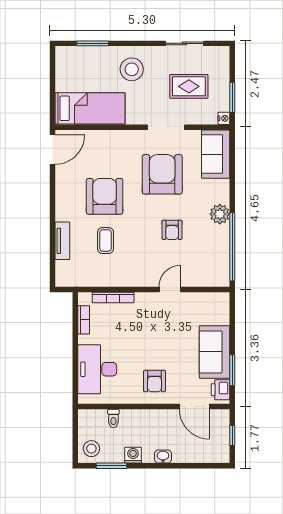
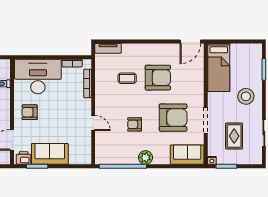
door: (53, 149) -> (190, 41), hinge flipped
tv unit: (62, 241) -> (108, 48), moved
desk: (97, 369) -> (38, 76), width x1.36, depth x1.30

